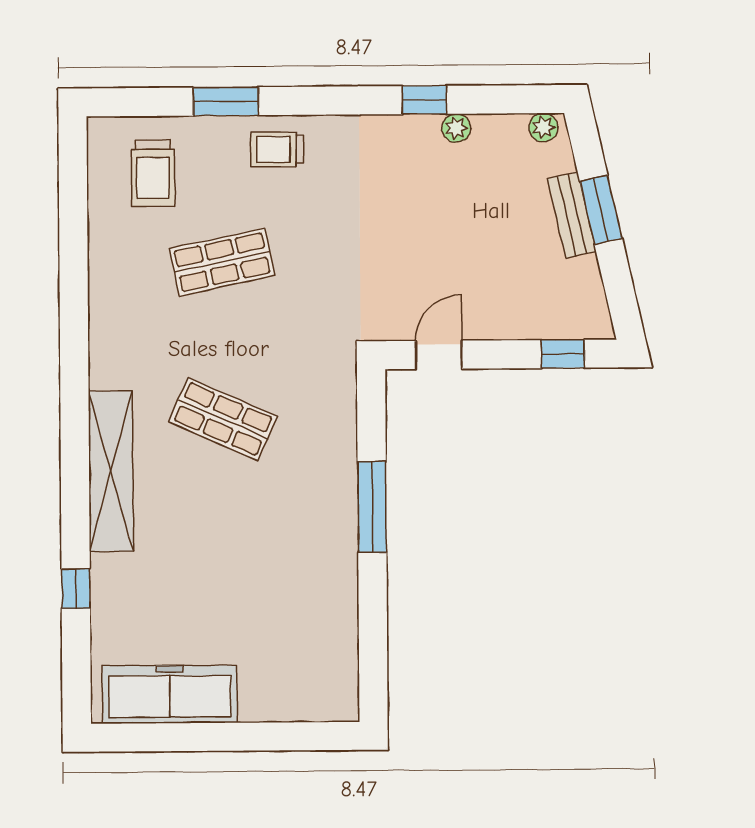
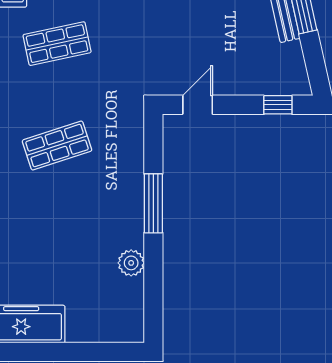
shop shelf: (223, 419) -> (57, 146), turned -42
plant: (338, 599) -> (131, 263), added

